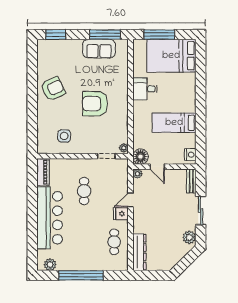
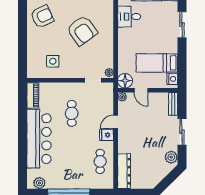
sliding door: (201, 97) -> (182, 25), added
armchair: (95, 104) -> (82, 31), turned -126
bed: (174, 123) -> (157, 63), moved

